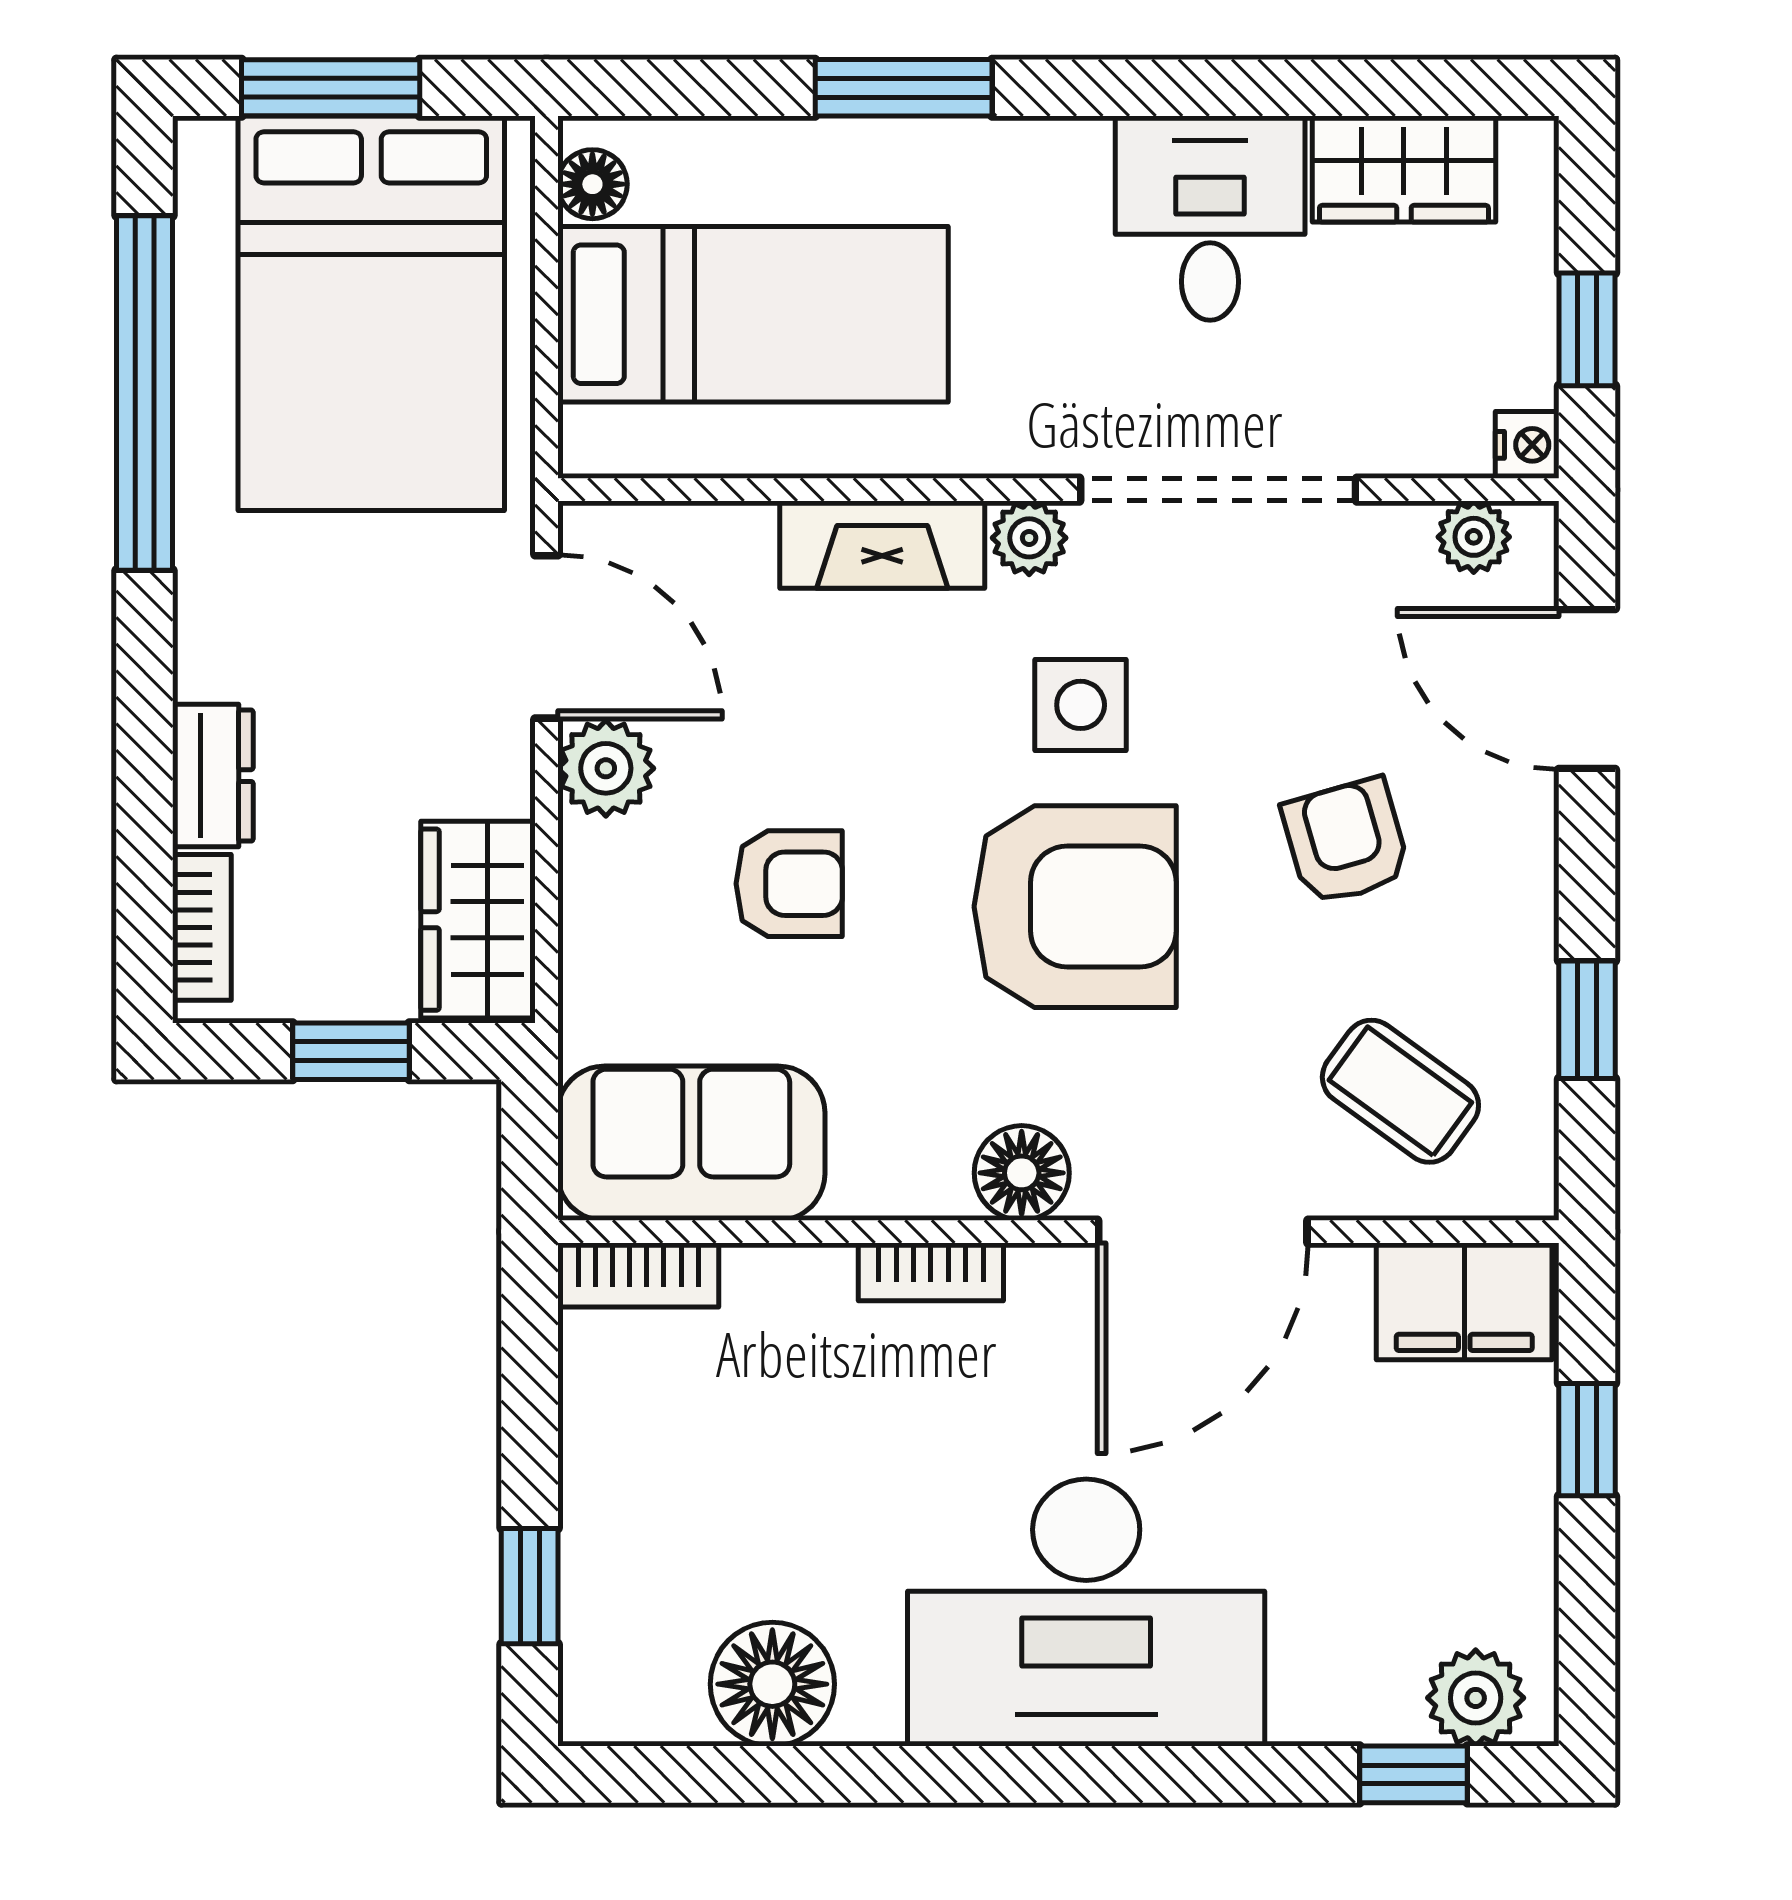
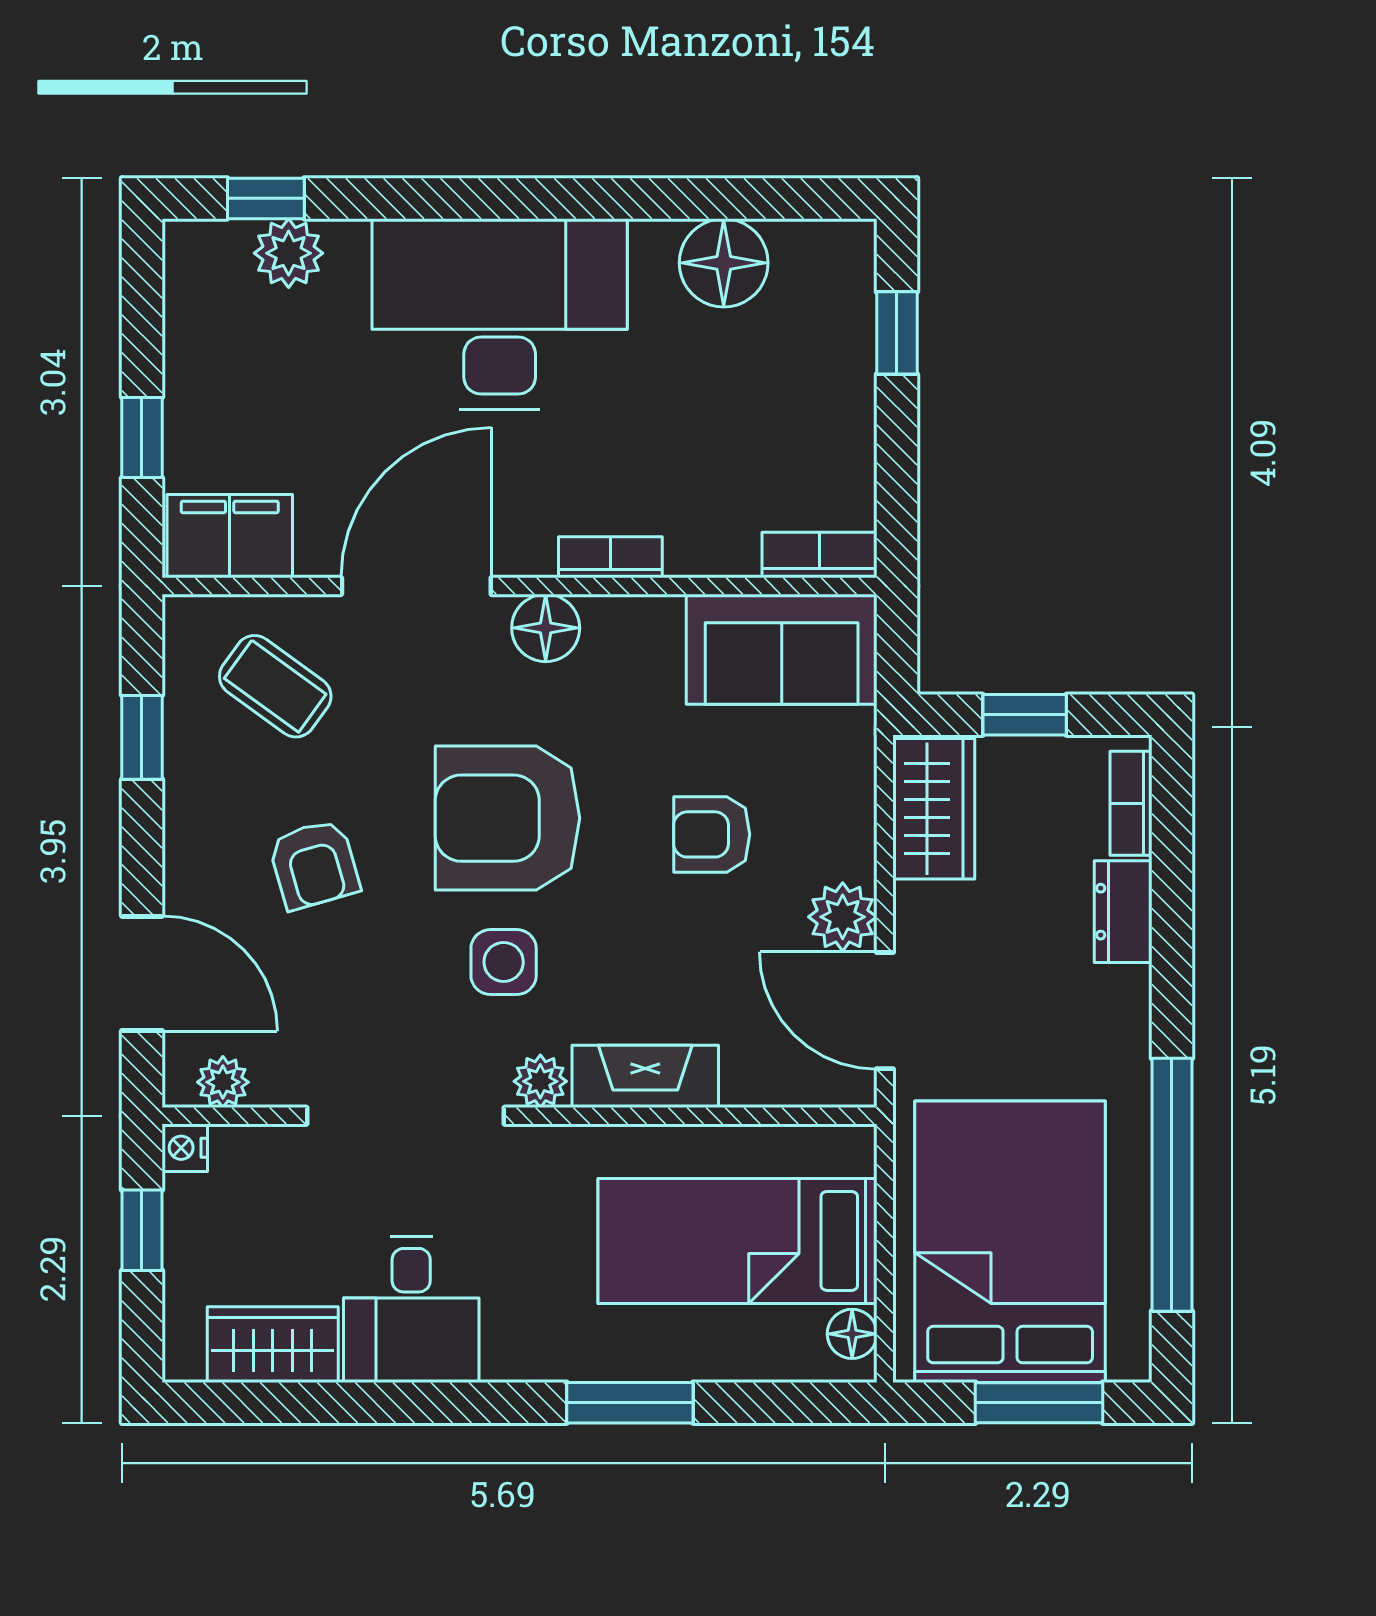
plant: (1476, 1698) -> (289, 253), moved

